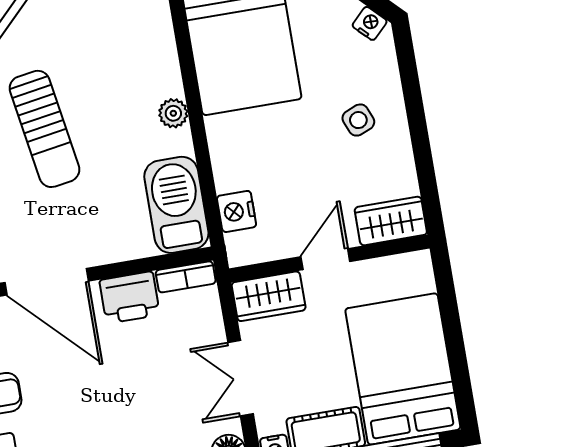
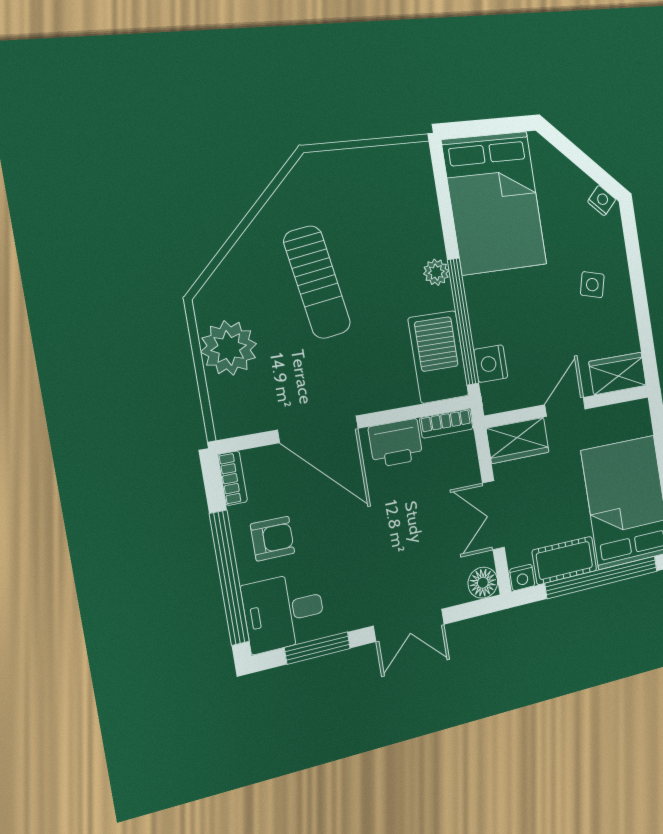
side table: (358, 120) -> (592, 285), turned 37
window: (204, 166) -> (463, 322), added

